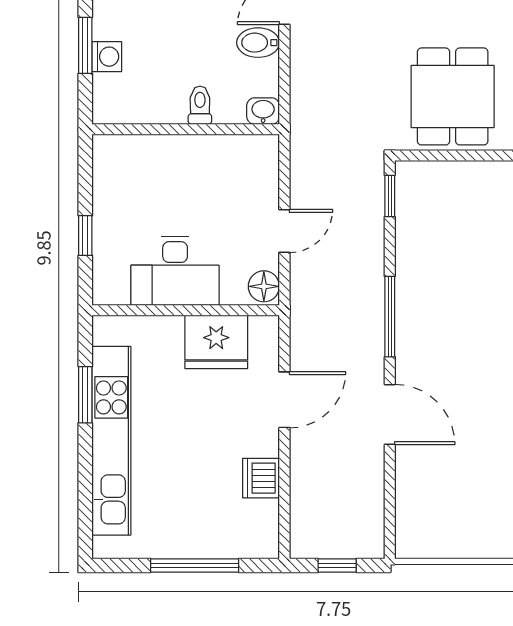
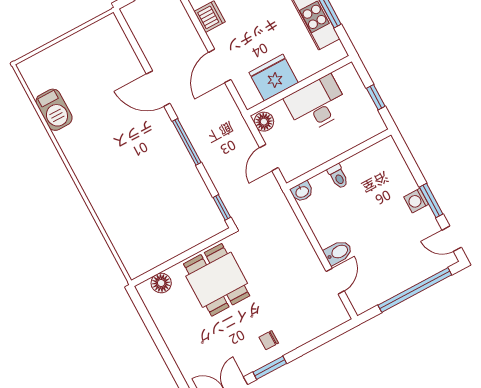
toilet: (200, 105) -> (338, 176), moved
washbasin: (263, 111) -> (302, 192), moved
wall: (186, 129) -> (339, 159), moved

